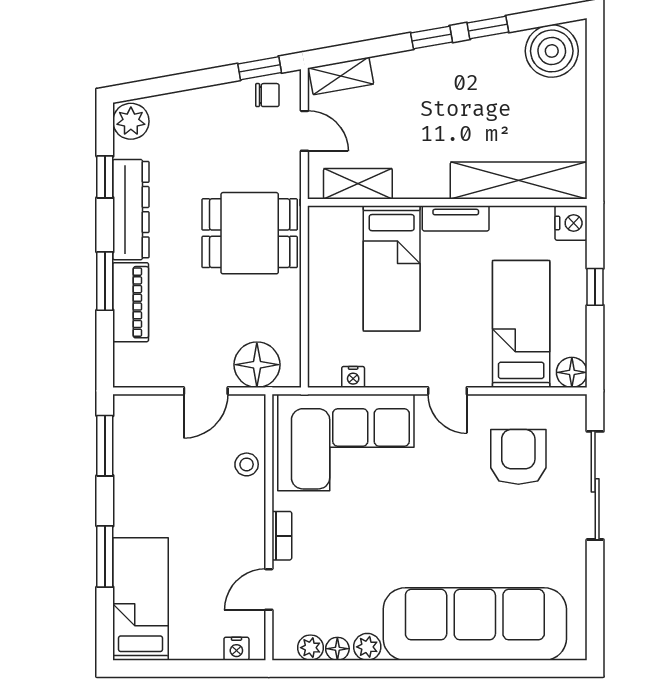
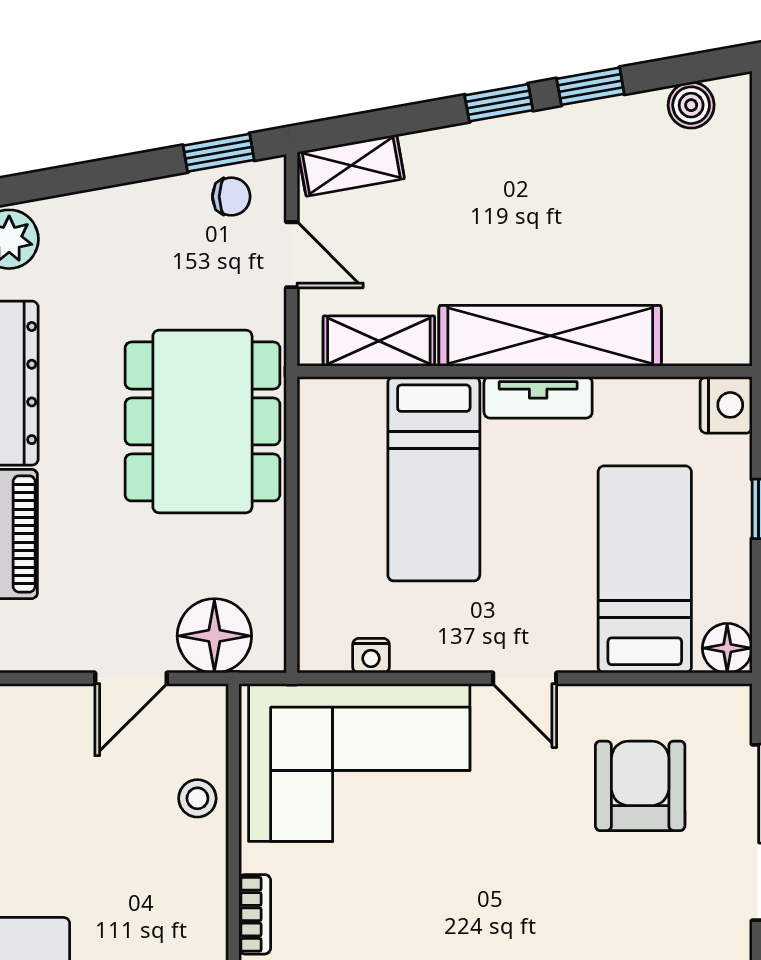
boiler: (552, 51) -> (691, 105), width x0.54, depth x0.54
shelving: (519, 181) -> (550, 336), moved
dining table: (250, 233) -> (202, 421), width x1.38

